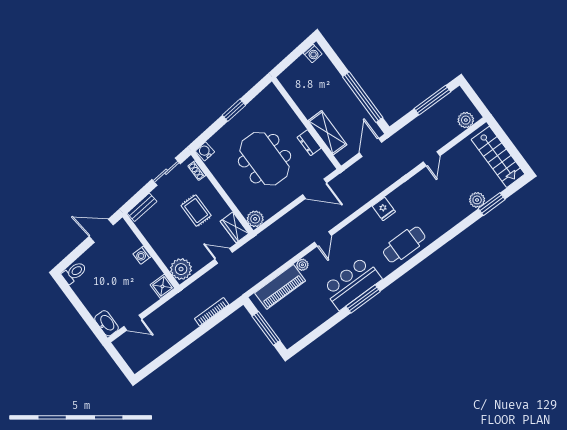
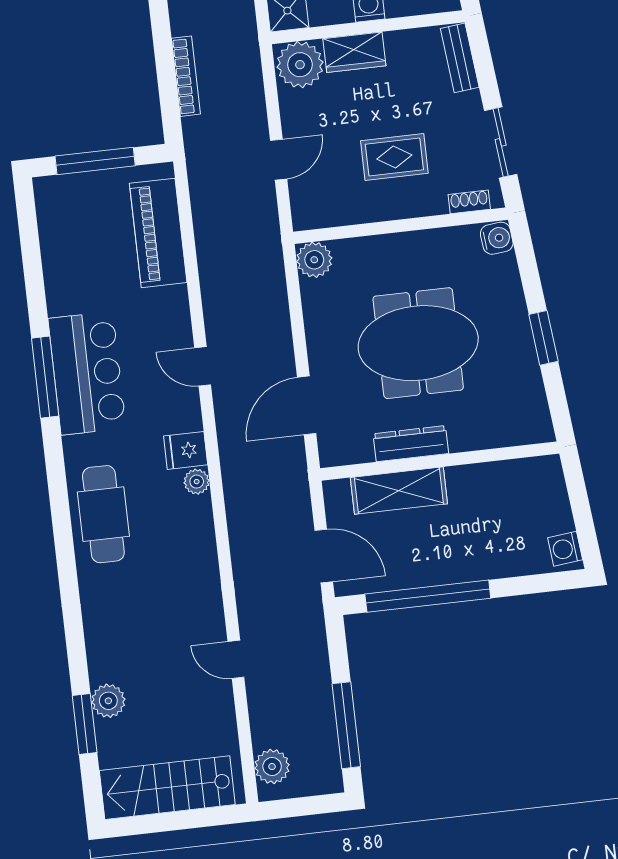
dresser: (309, 143) -> (411, 444), width x1.44
fridge: (384, 209) -> (186, 450), moved
wardrobe: (234, 227) -> (354, 52), moved, turned 180
plant: (302, 265) -> (197, 482), moved

